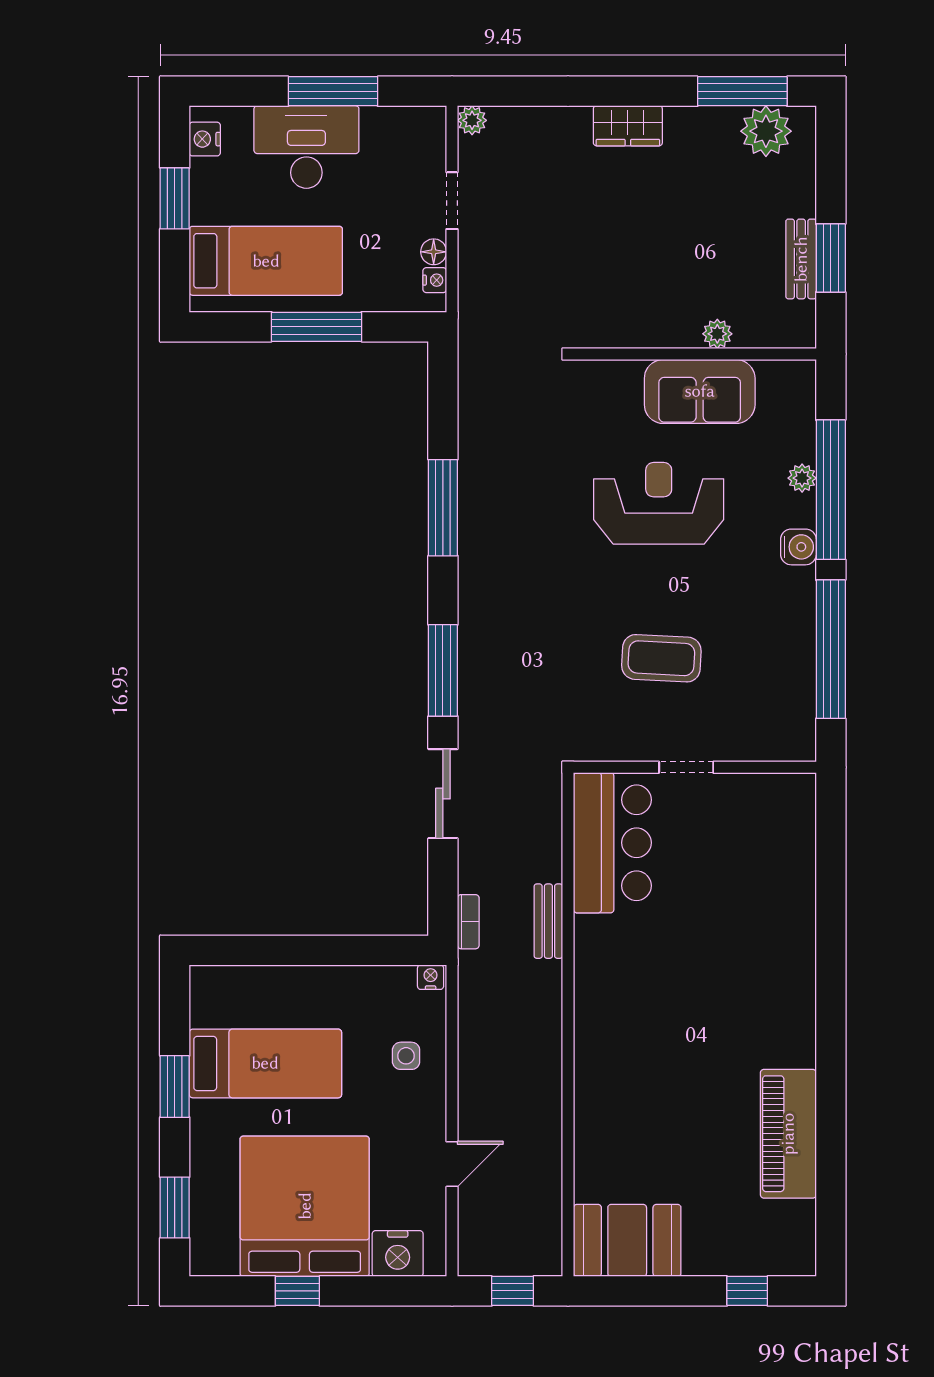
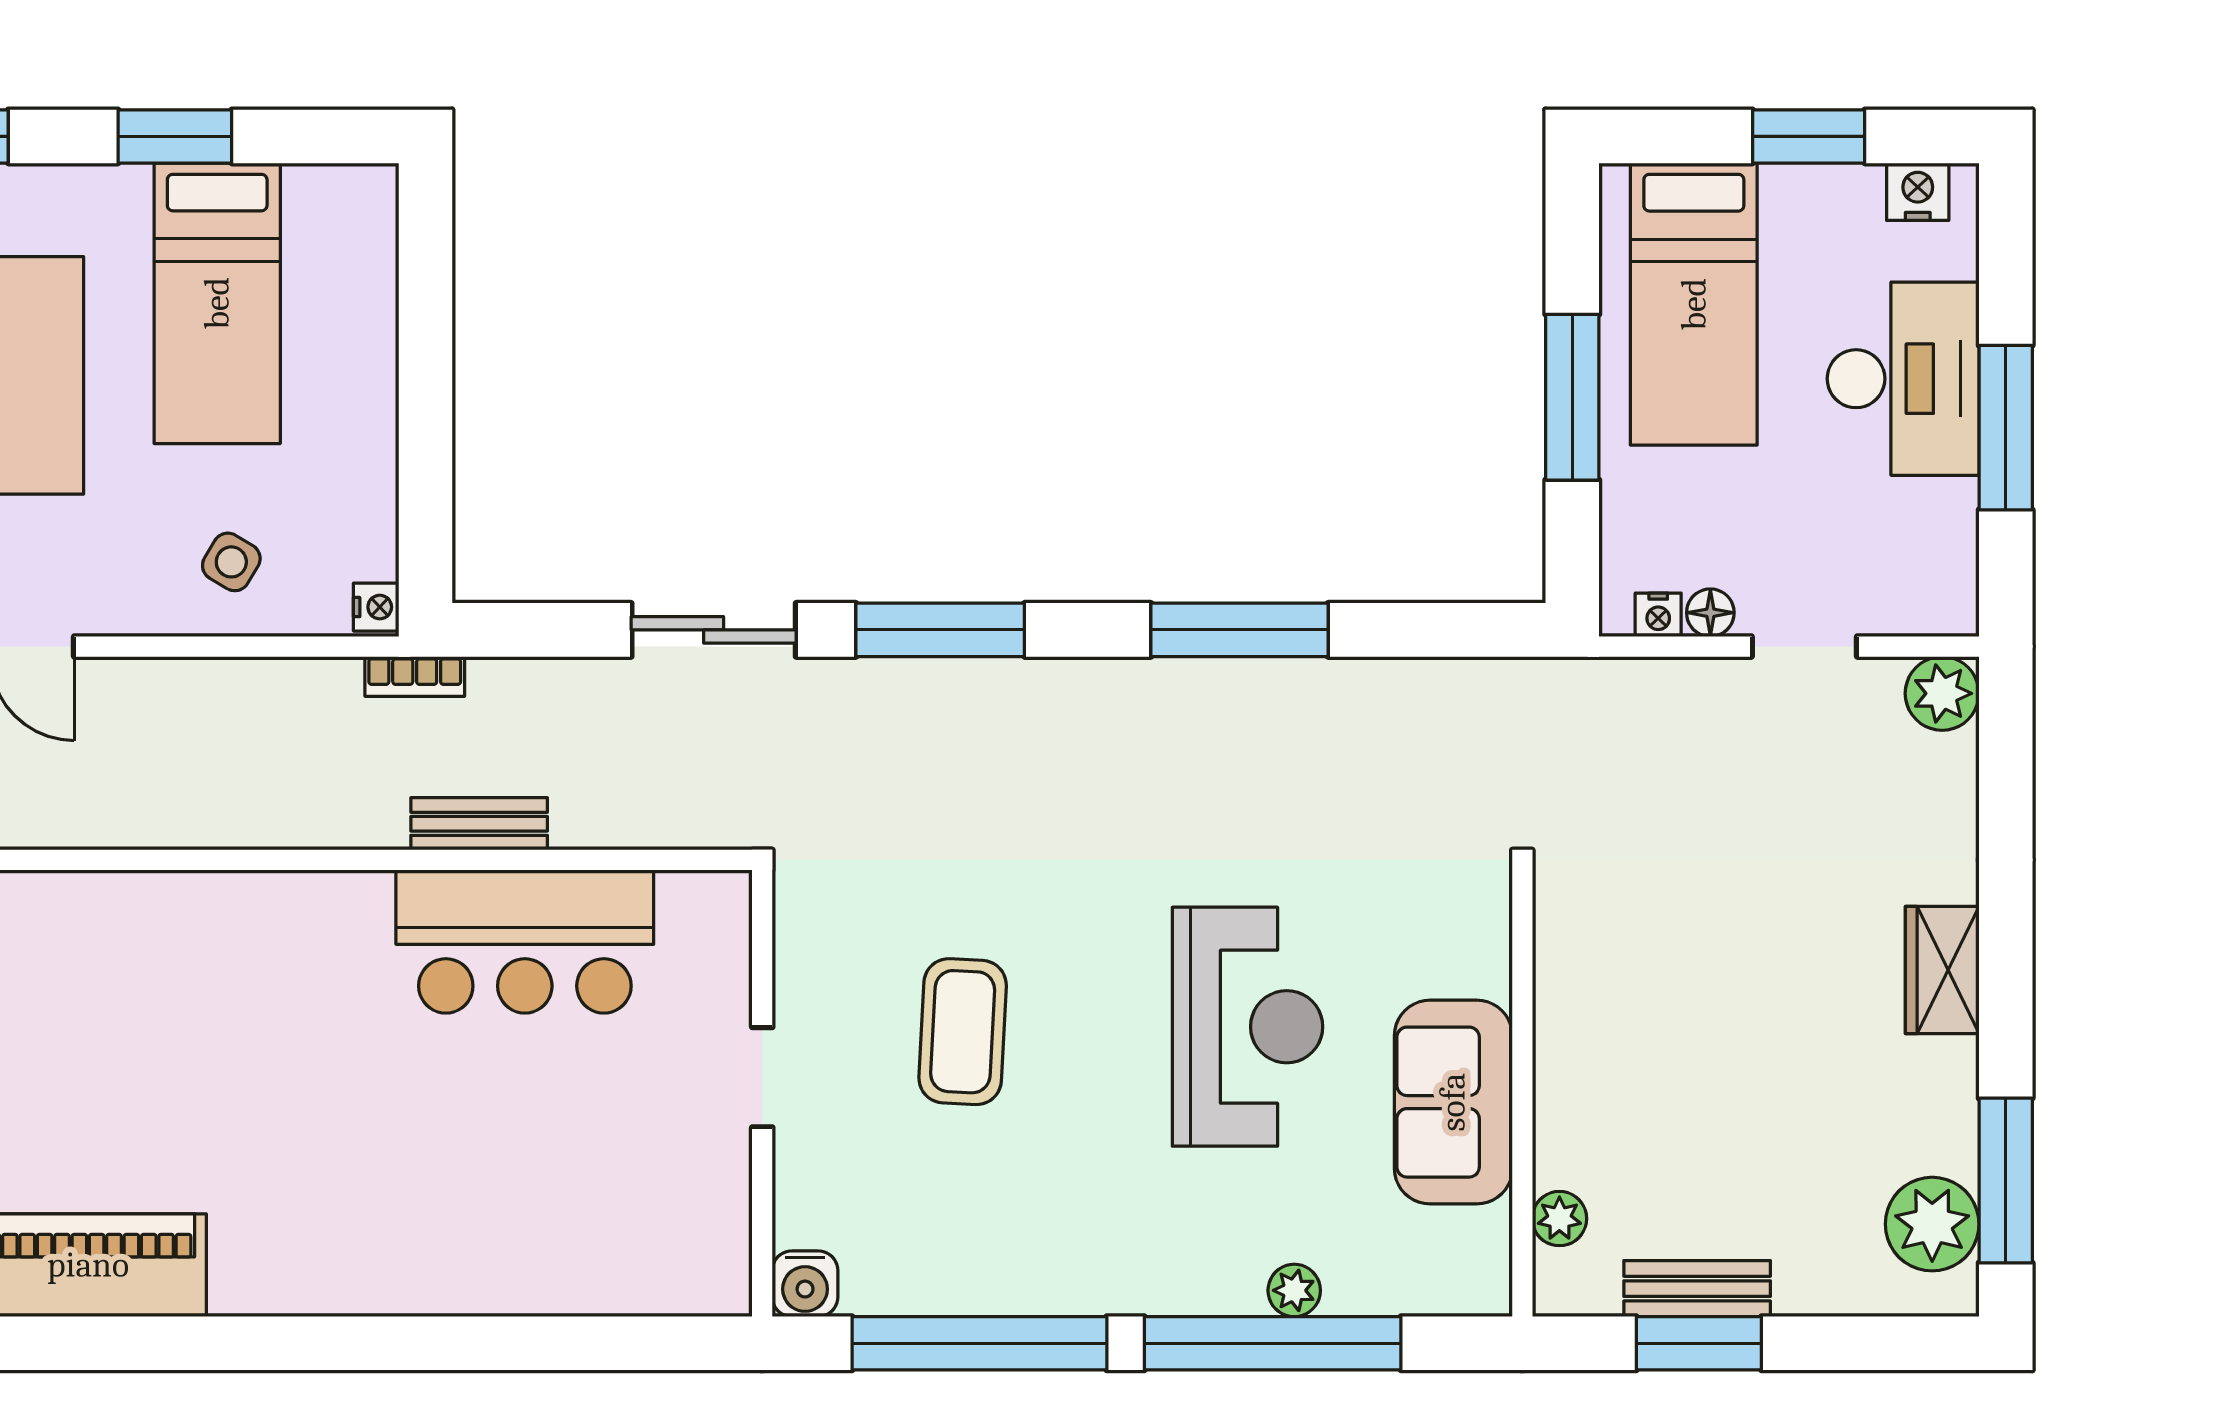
plant: (472, 120) -> (1942, 693), width x1.38, depth x1.38
plant: (717, 334) -> (1559, 1219), moved
water cooler: (798, 547) -> (805, 1284), moved
bar counter: (612, 843) -> (525, 941), moved
bookcase: (468, 922) -> (415, 676), moved
side table: (406, 1056) -> (231, 562), turned 31

